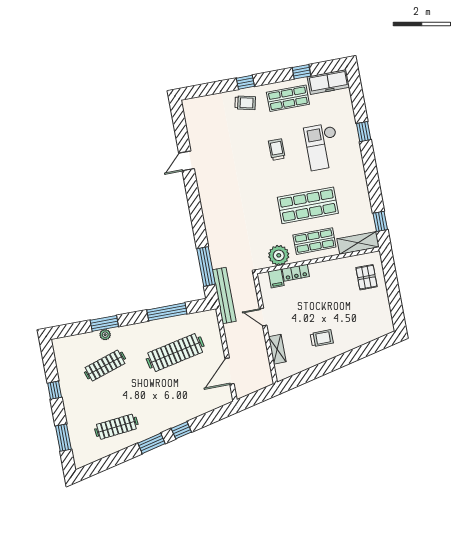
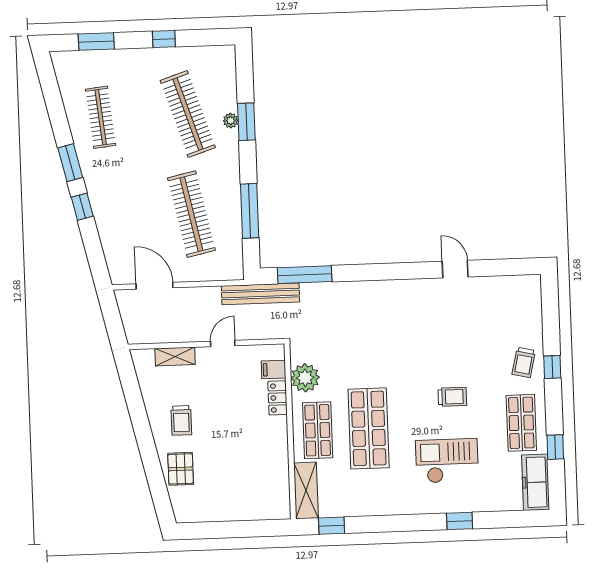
pallet: (366, 277) -> (181, 469), moved, turned 90
clothes rail: (105, 366) -> (188, 114), width x1.37, depth x1.31

